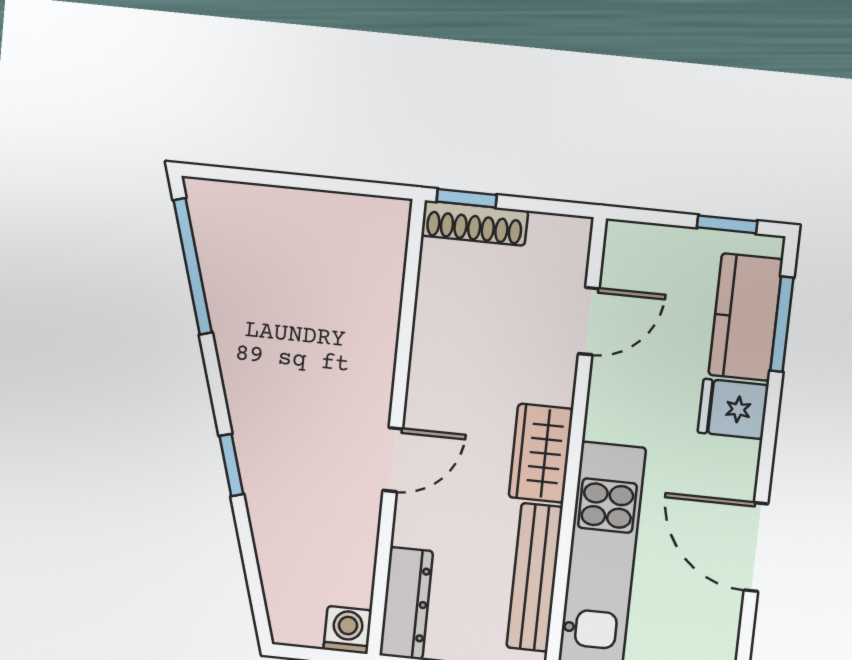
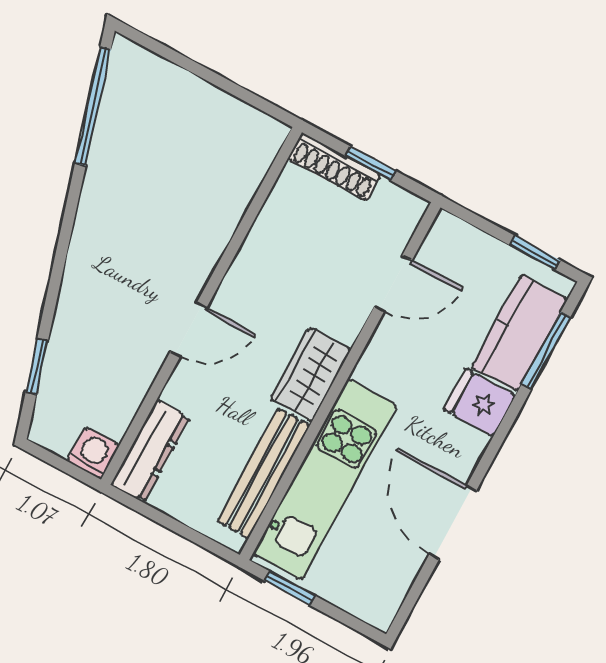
window: (467, 198) -> (371, 163), moved
window: (231, 465) -> (37, 367), moved

